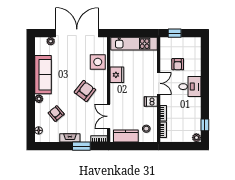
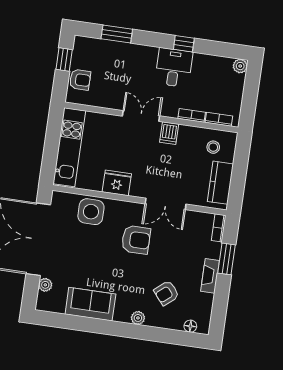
window: (175, 33) -> (64, 60), moved
window: (205, 62) -> (117, 34), added
armchair: (178, 64) -> (80, 80), moved
sofa: (43, 75) -> (90, 304), width x0.73
desk: (190, 87) -> (174, 68), moved
armchair: (85, 91) -> (136, 240), turned 142
double door: (109, 116) -> (166, 204), moved
window: (205, 125) -> (184, 44), moved

